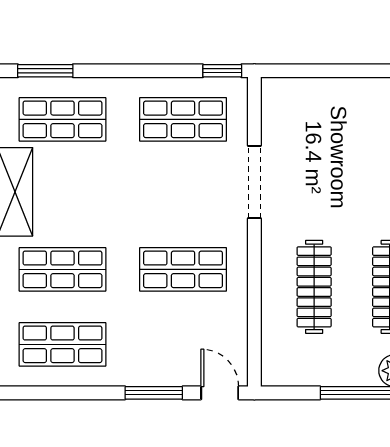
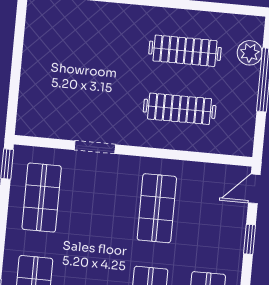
doorway: (254, 182) -> (95, 147), width x0.73
window: (154, 393) -> (250, 239), width x0.67

